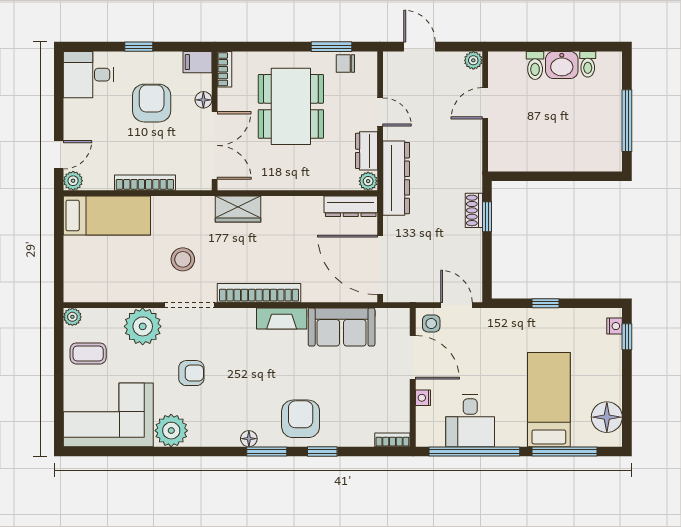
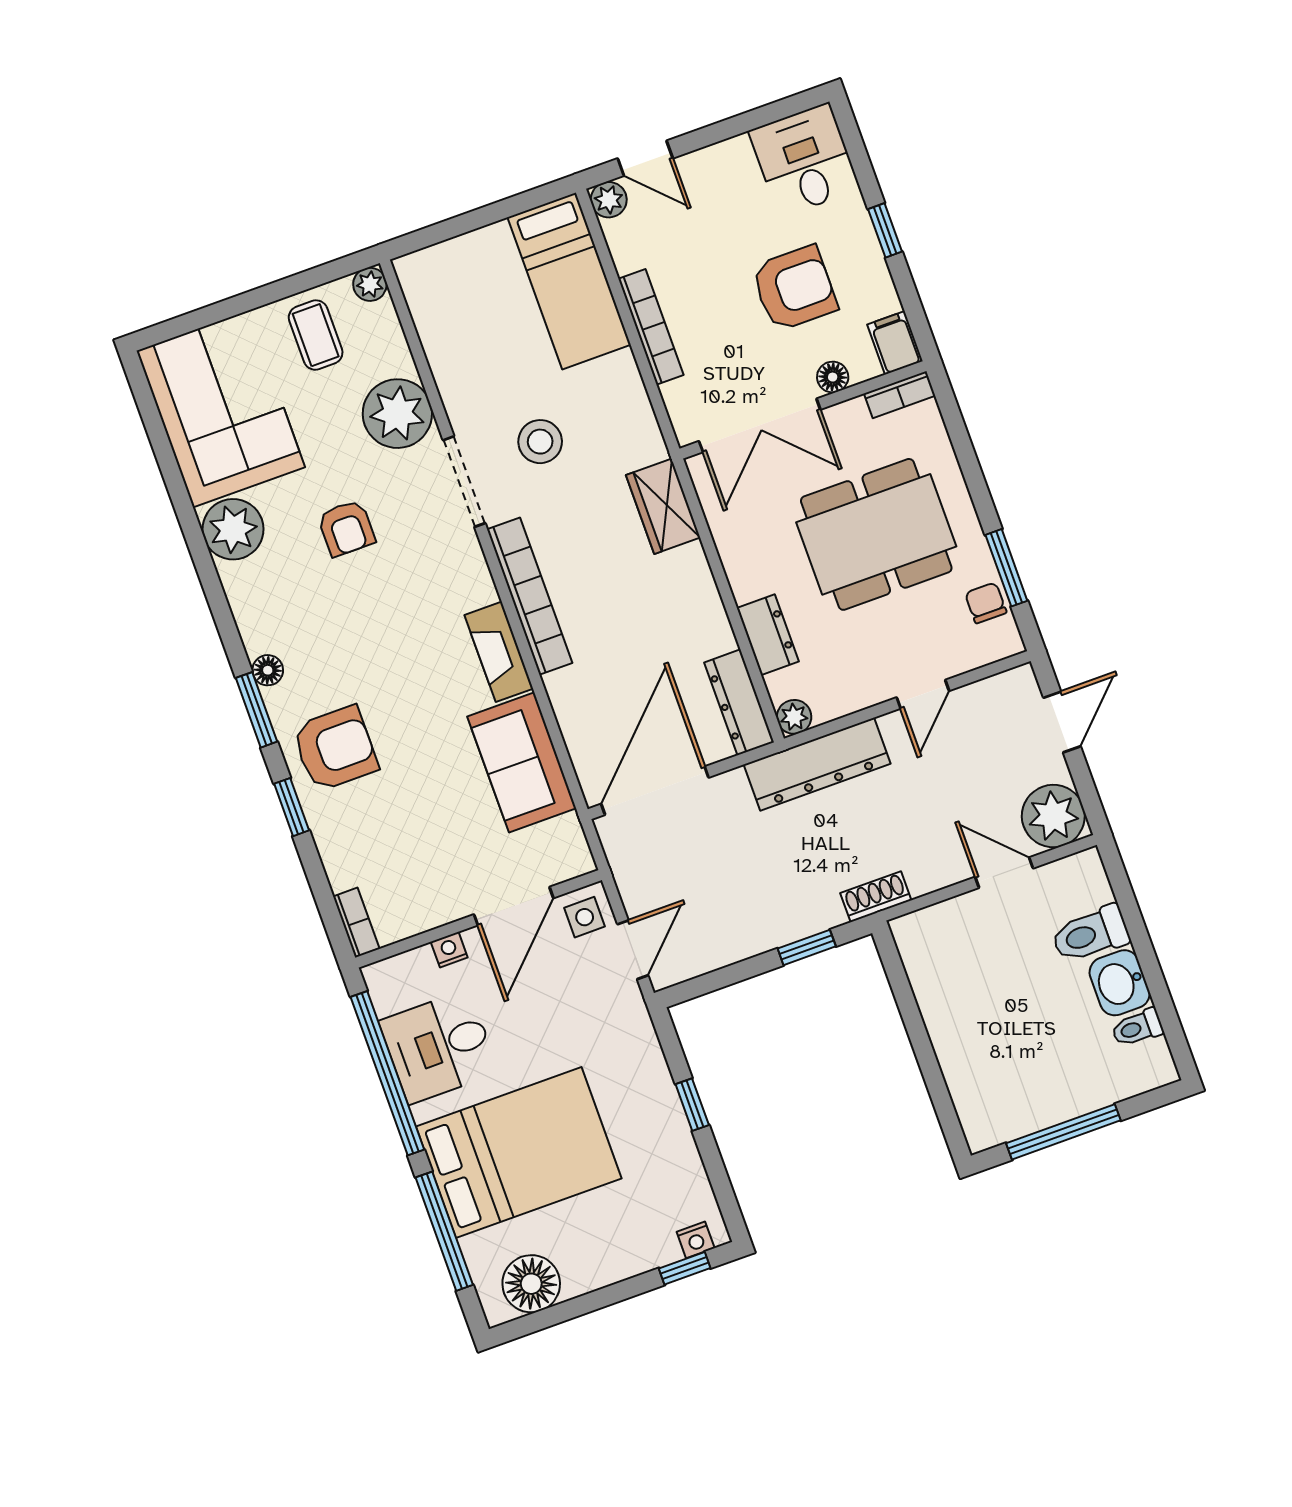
plant: (473, 60) -> (1053, 816), width x1.87, depth x1.87
toilet: (535, 65) -> (1090, 934), width x1.37, depth x1.39
dresser: (366, 151) -> (768, 635), moved, turned 90
shoe rack: (474, 210) -> (876, 897), moved
bed: (549, 400) -> (519, 1152), width x1.50

